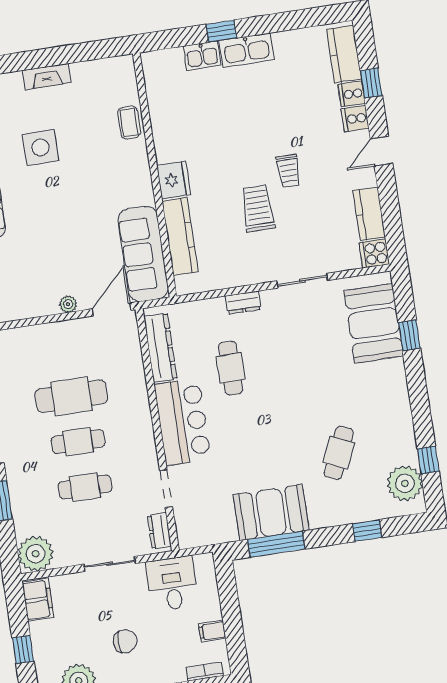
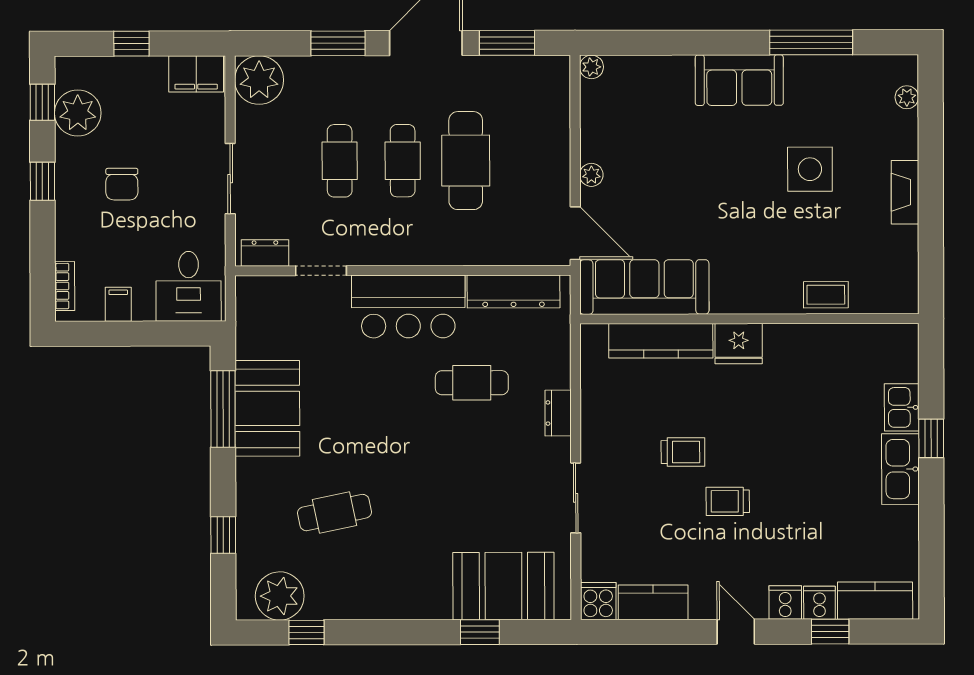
trolley: (258, 208) -> (683, 452), width x0.73, depth x0.72
cafe table: (339, 453) -> (335, 513), turned -36
desk: (172, 584) -> (189, 286), moved, turned 90

